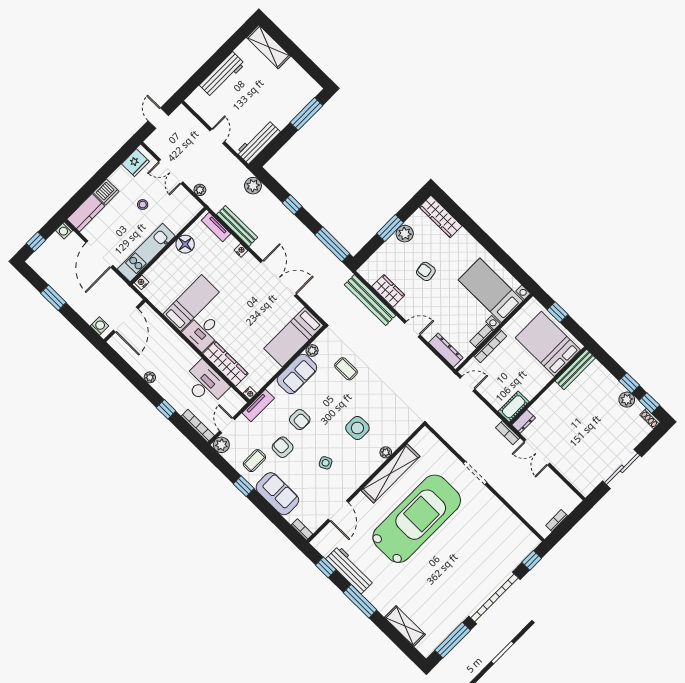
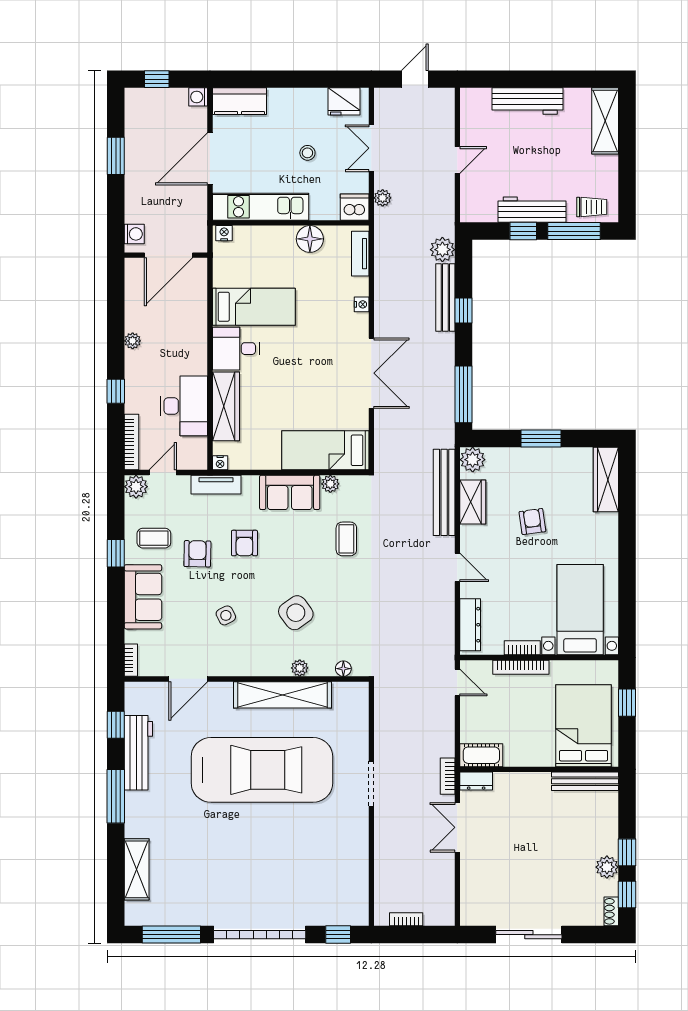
trolley: (303, 94) -> (592, 207), added
window: (282, 138) -> (523, 231), added
workbench: (258, 142) -> (532, 210), moved
dishwasher: (106, 192) -> (355, 207), moved, turned 180
bench: (237, 226) -> (445, 297), moved
plant: (405, 234) -> (473, 460), moved
side table: (357, 428) -> (296, 613), turned -36
floor lamp: (407, 432) -> (343, 669), added

